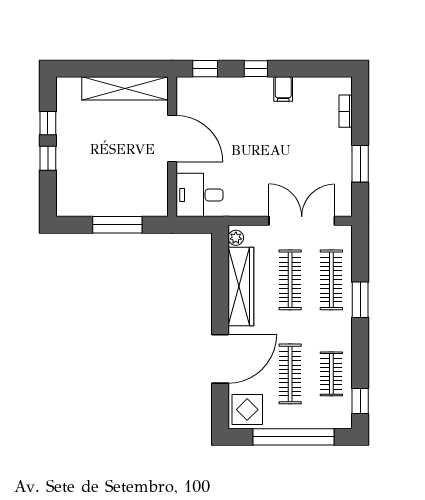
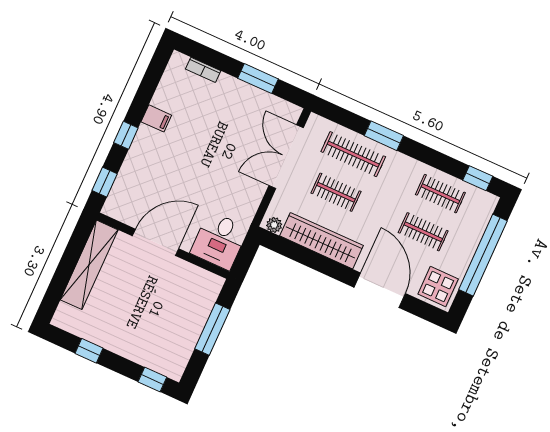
window: (48, 158) -> (152, 380), moved
clothes rail: (290, 280) -> (336, 192), width x0.73
clothes rail: (290, 374) -> (423, 232), width x0.73

